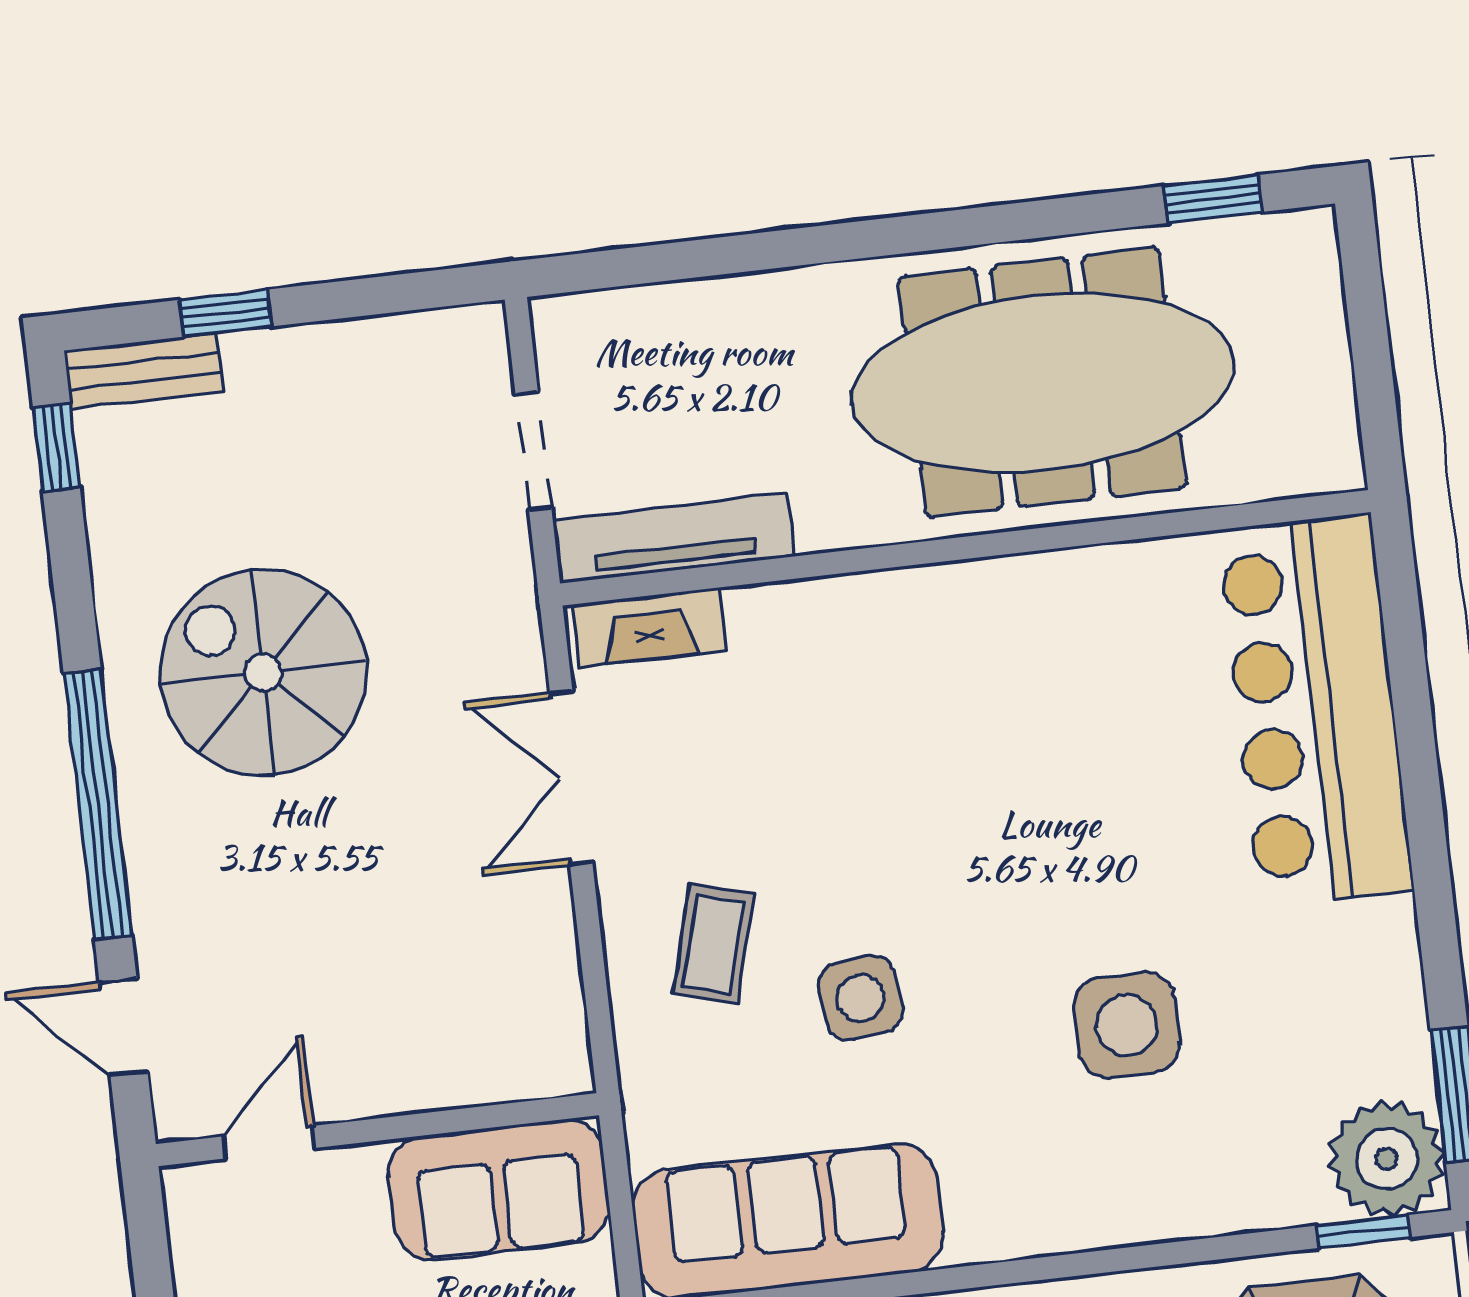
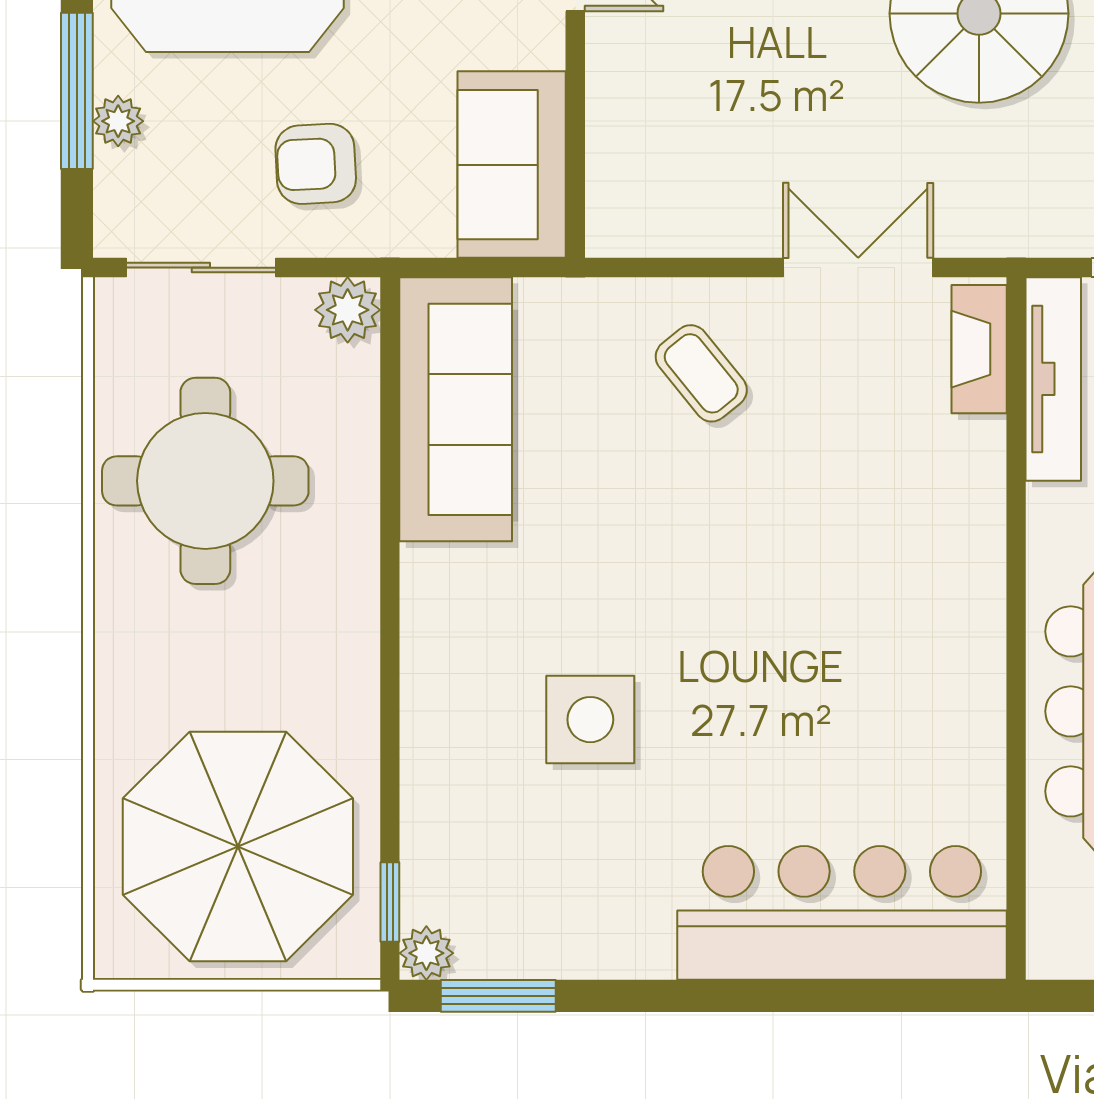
coffee table: (714, 944) -> (701, 373), turned 36
side table: (861, 998) -> (640, 494), removed
plant: (1387, 1159) -> (426, 953), width x0.53, depth x0.53

